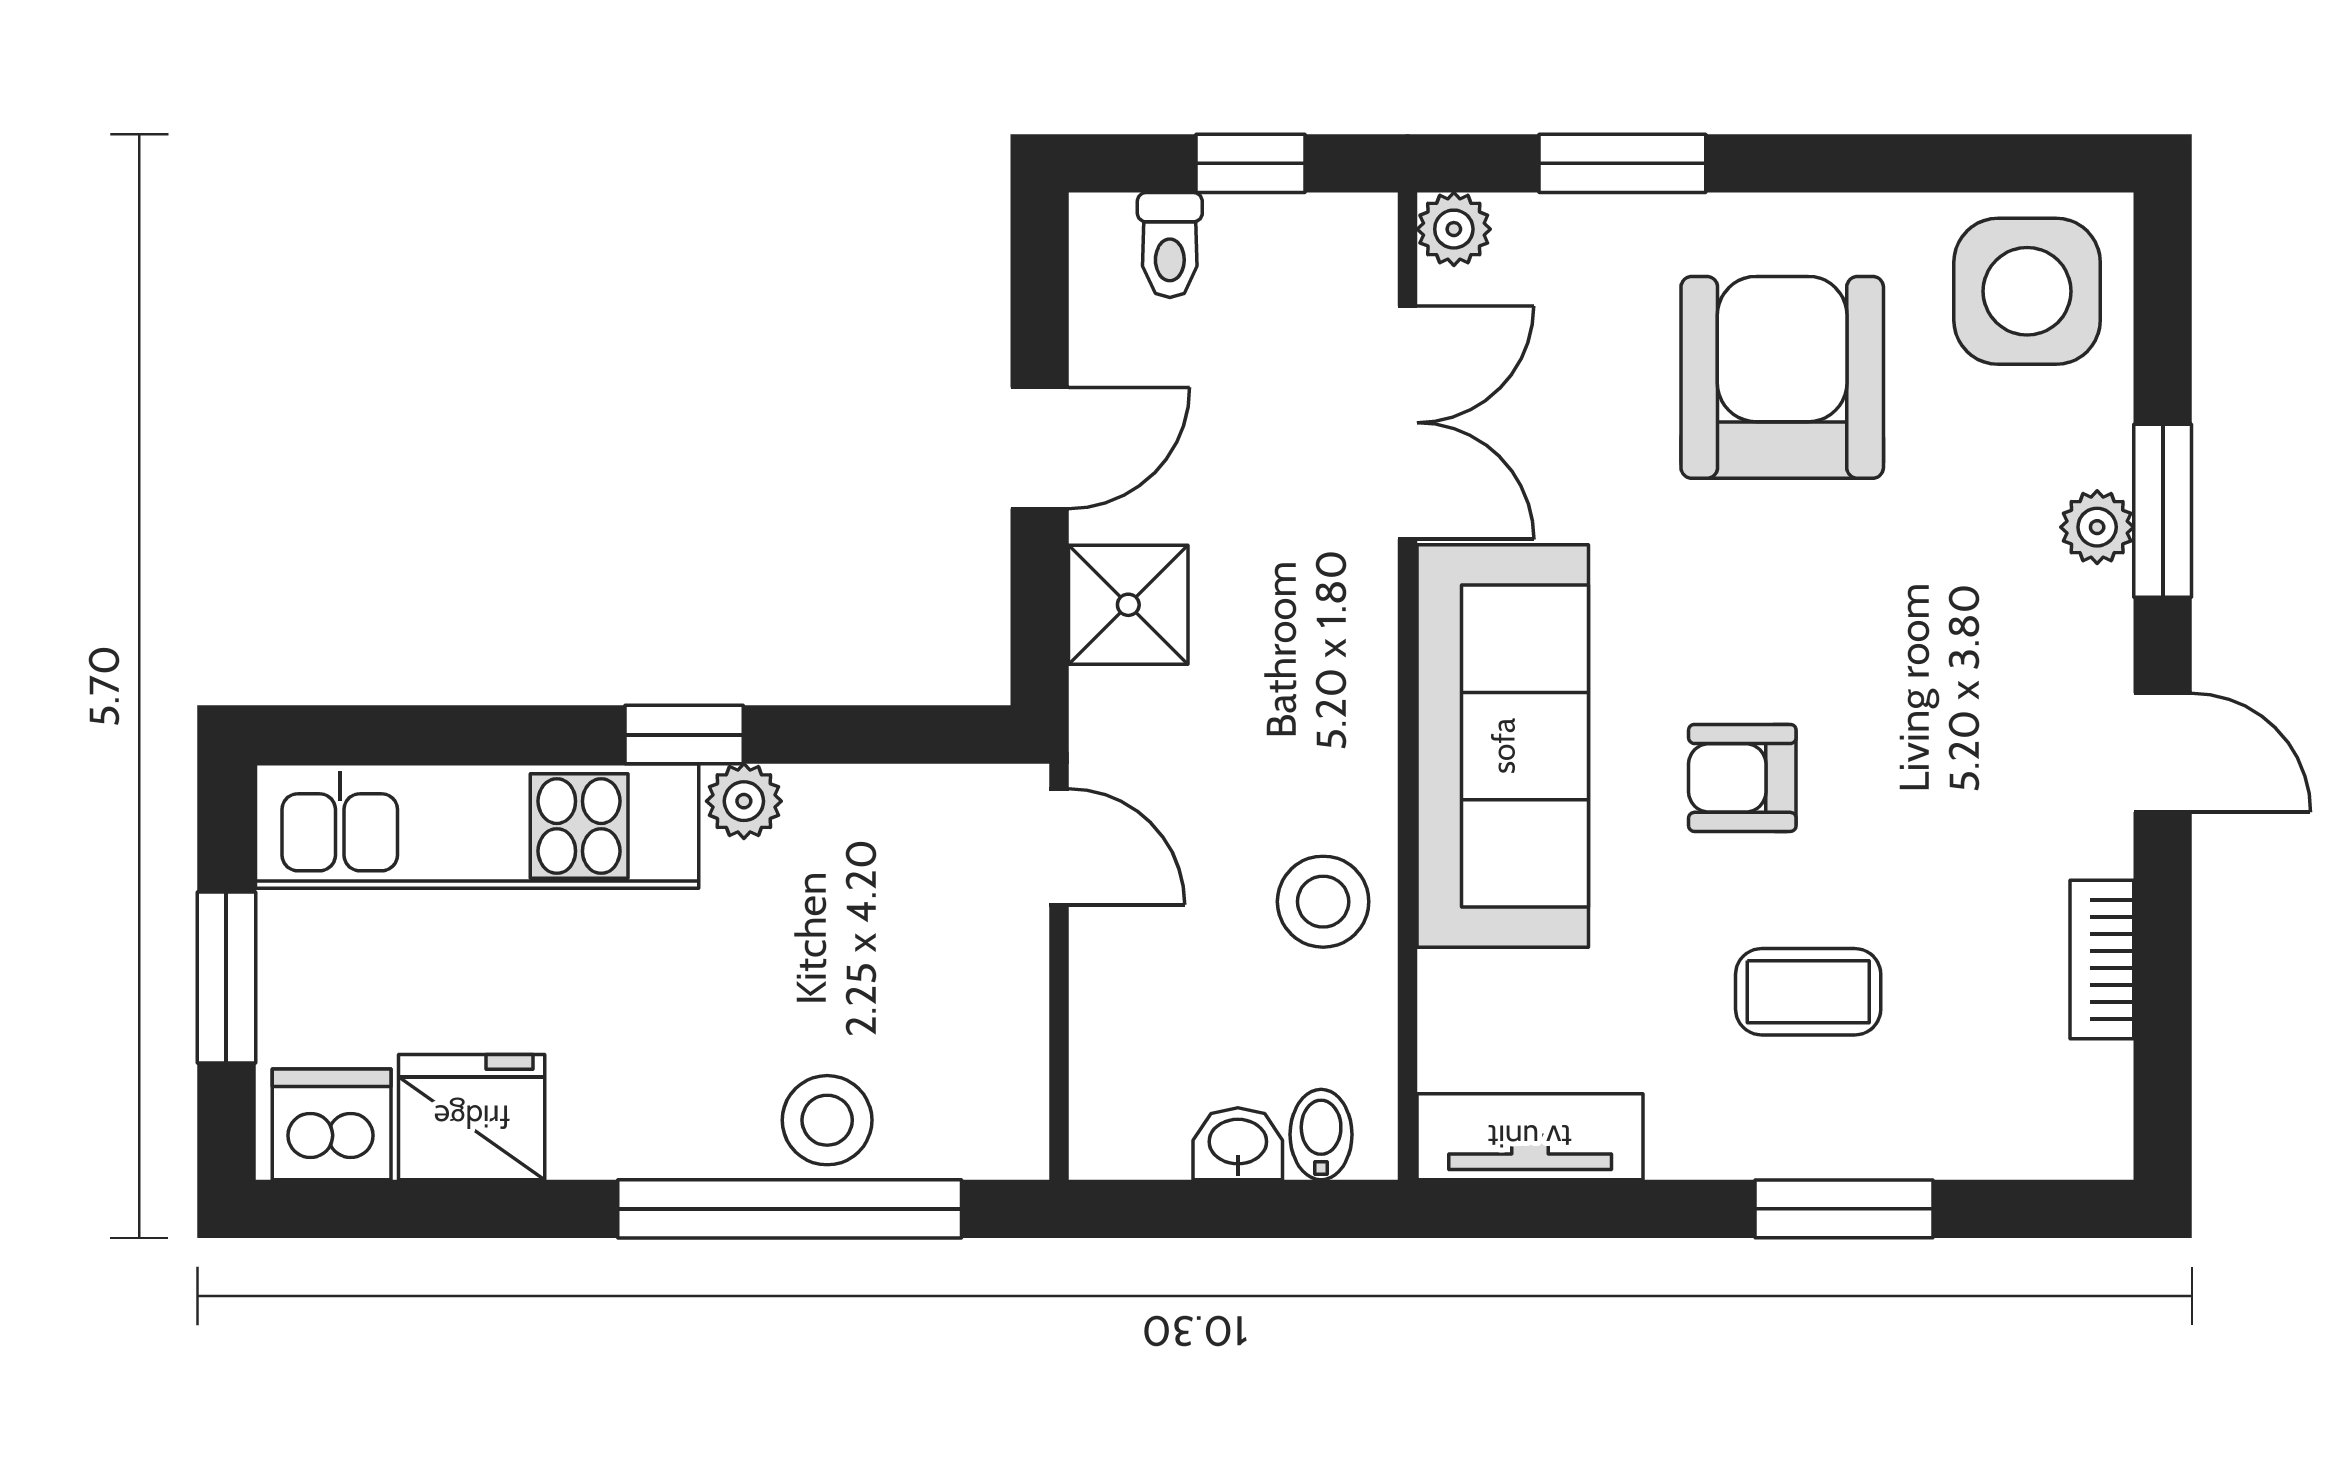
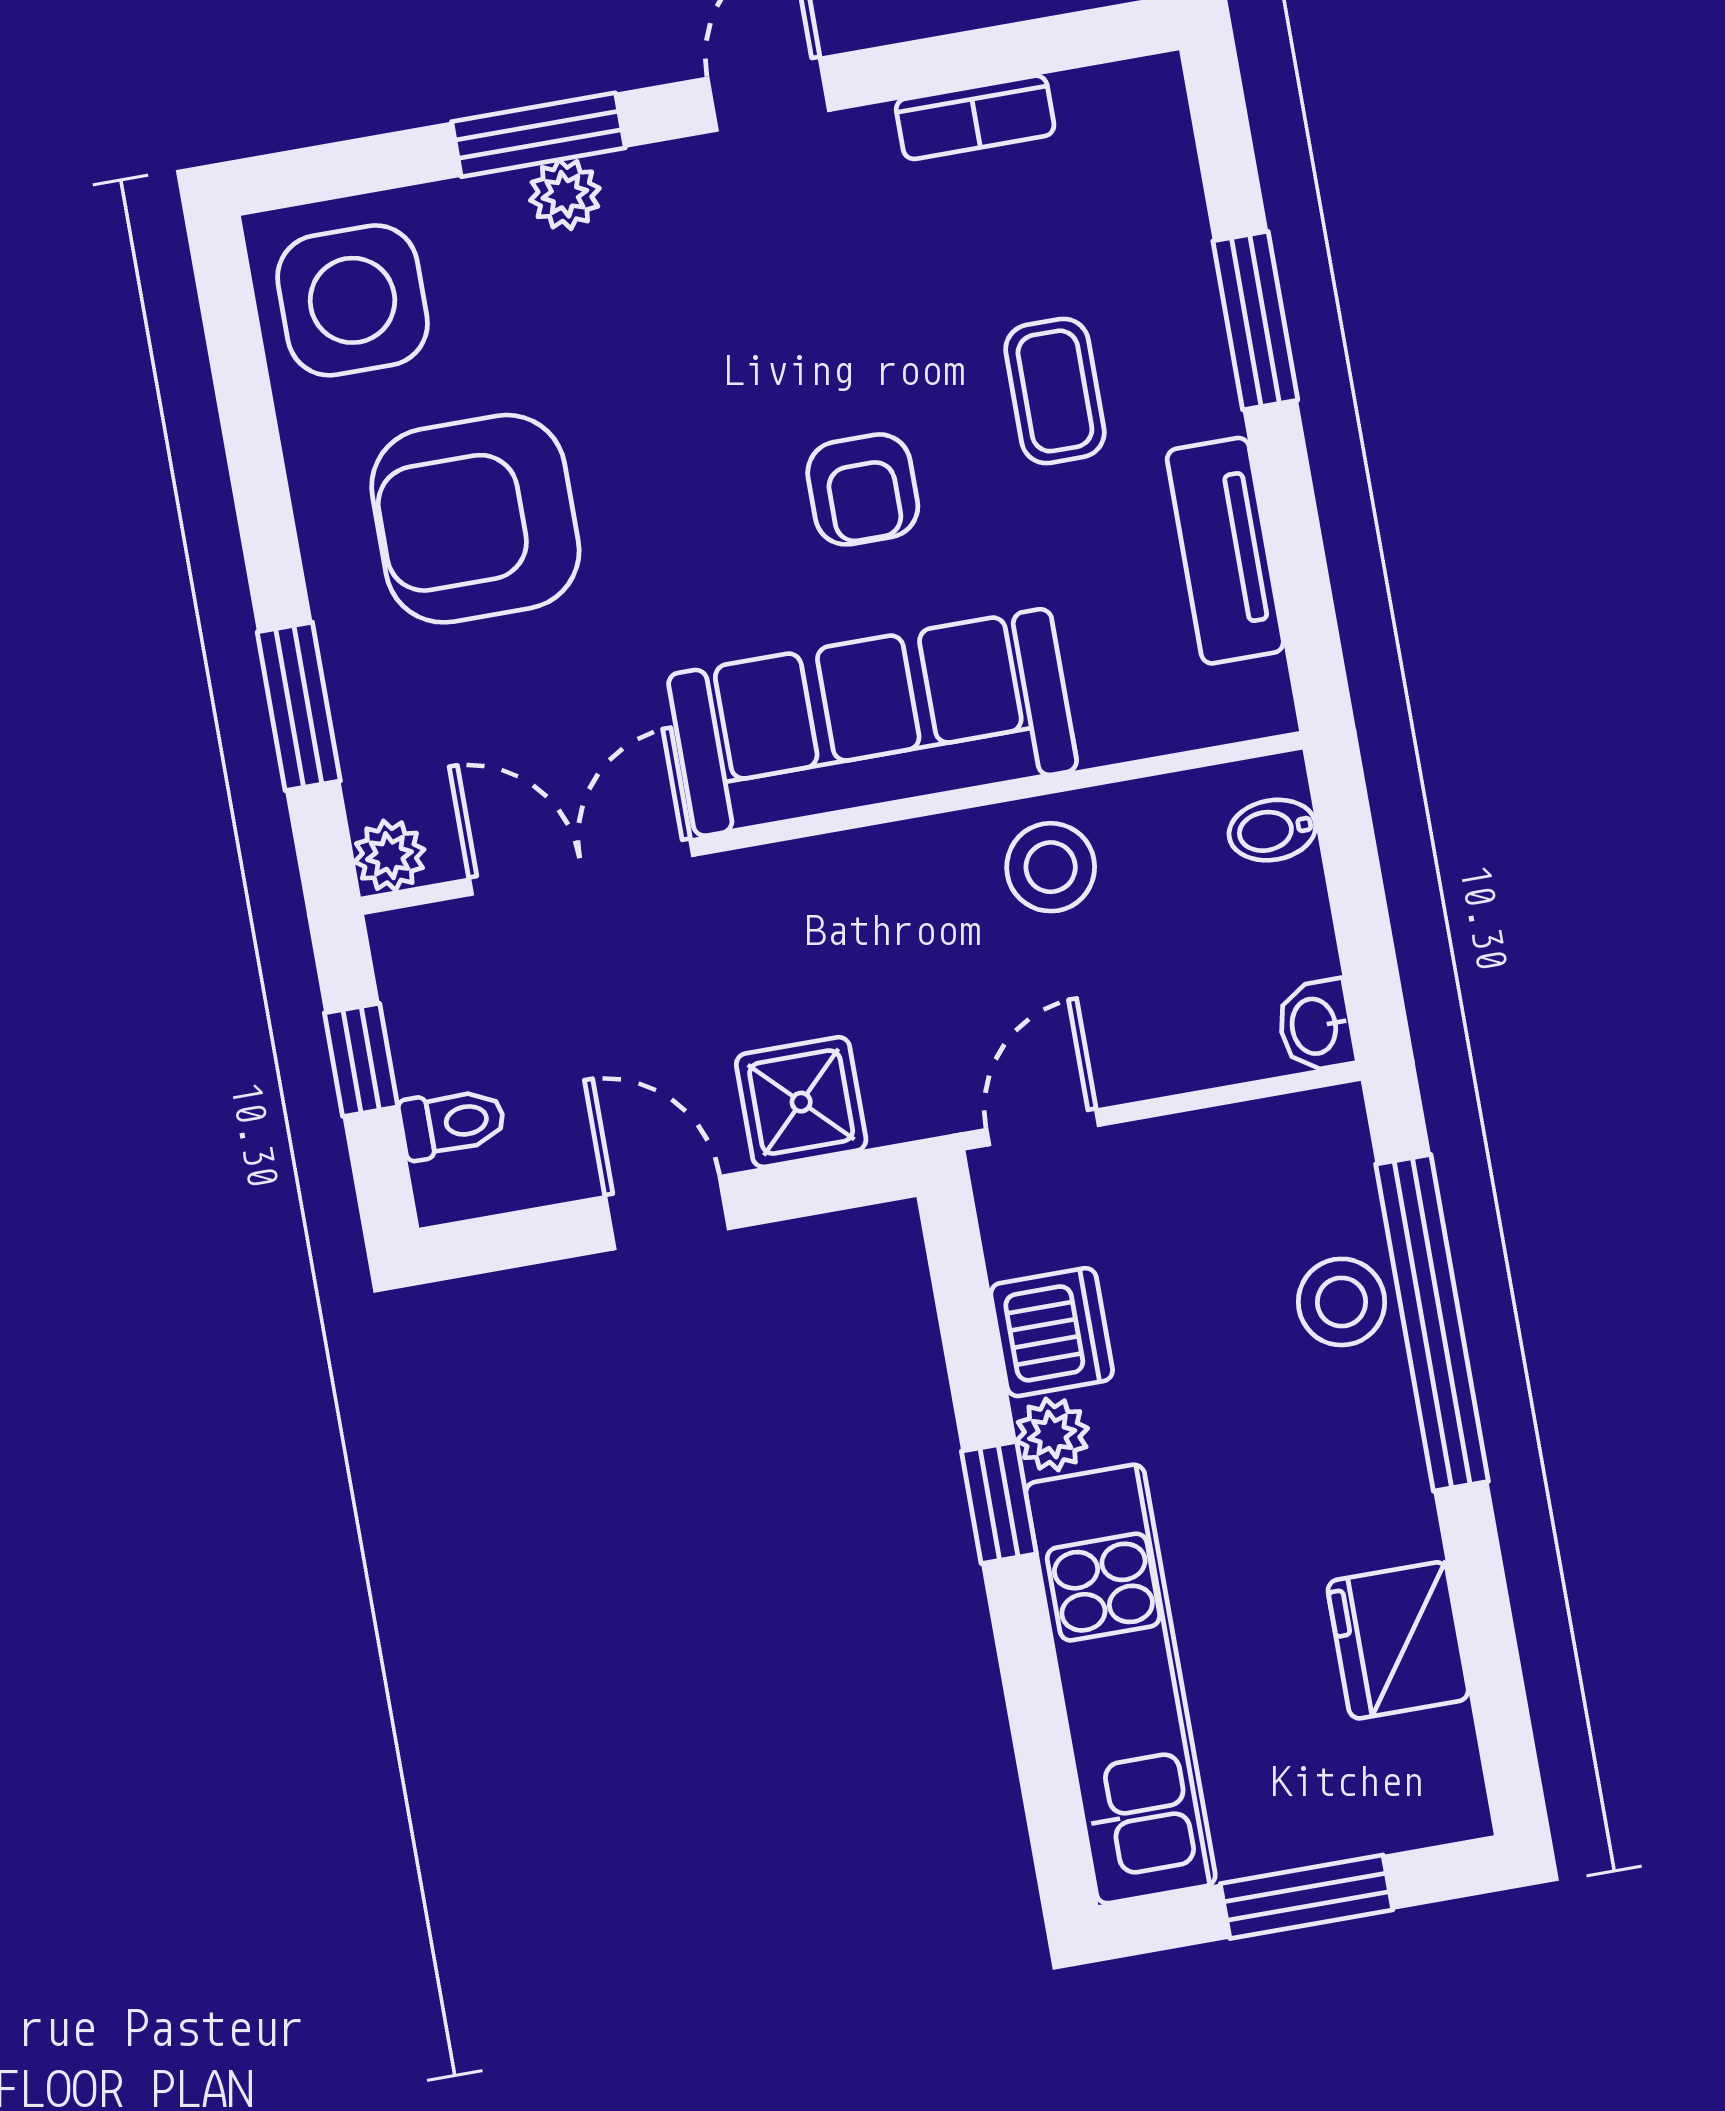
dishwasher: (332, 1124) -> (1052, 1332), moved, turned 180
tv unit: (1530, 1137) -> (1225, 551), moved
washbasin: (1238, 1144) -> (1316, 1026), moved

